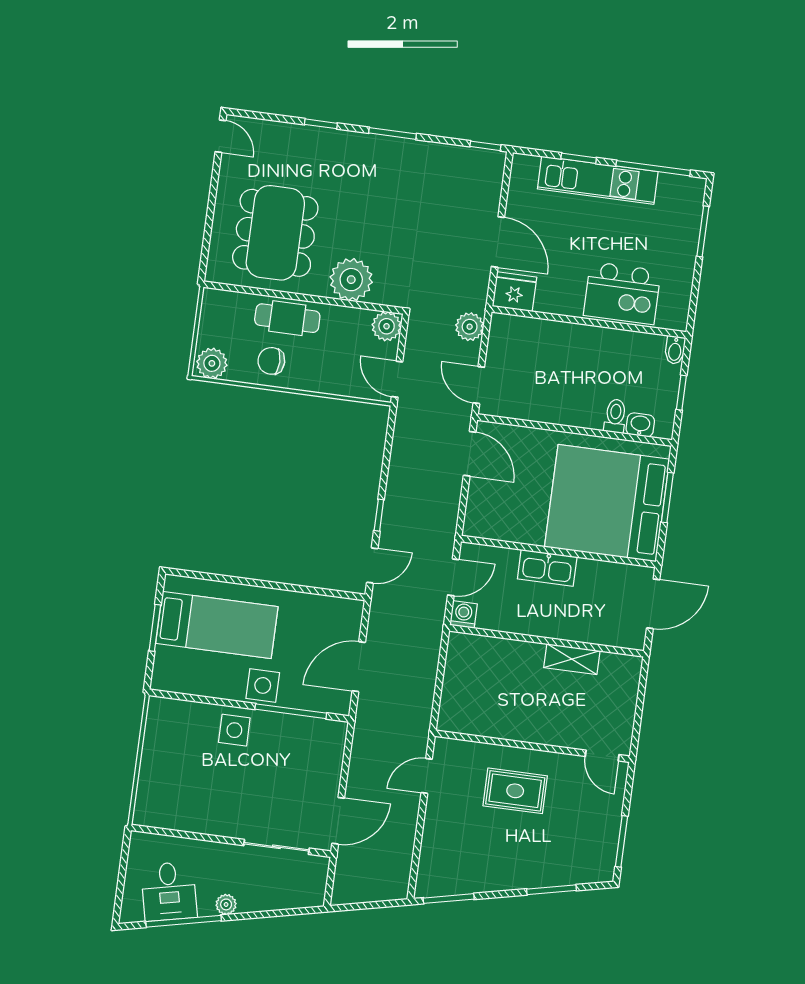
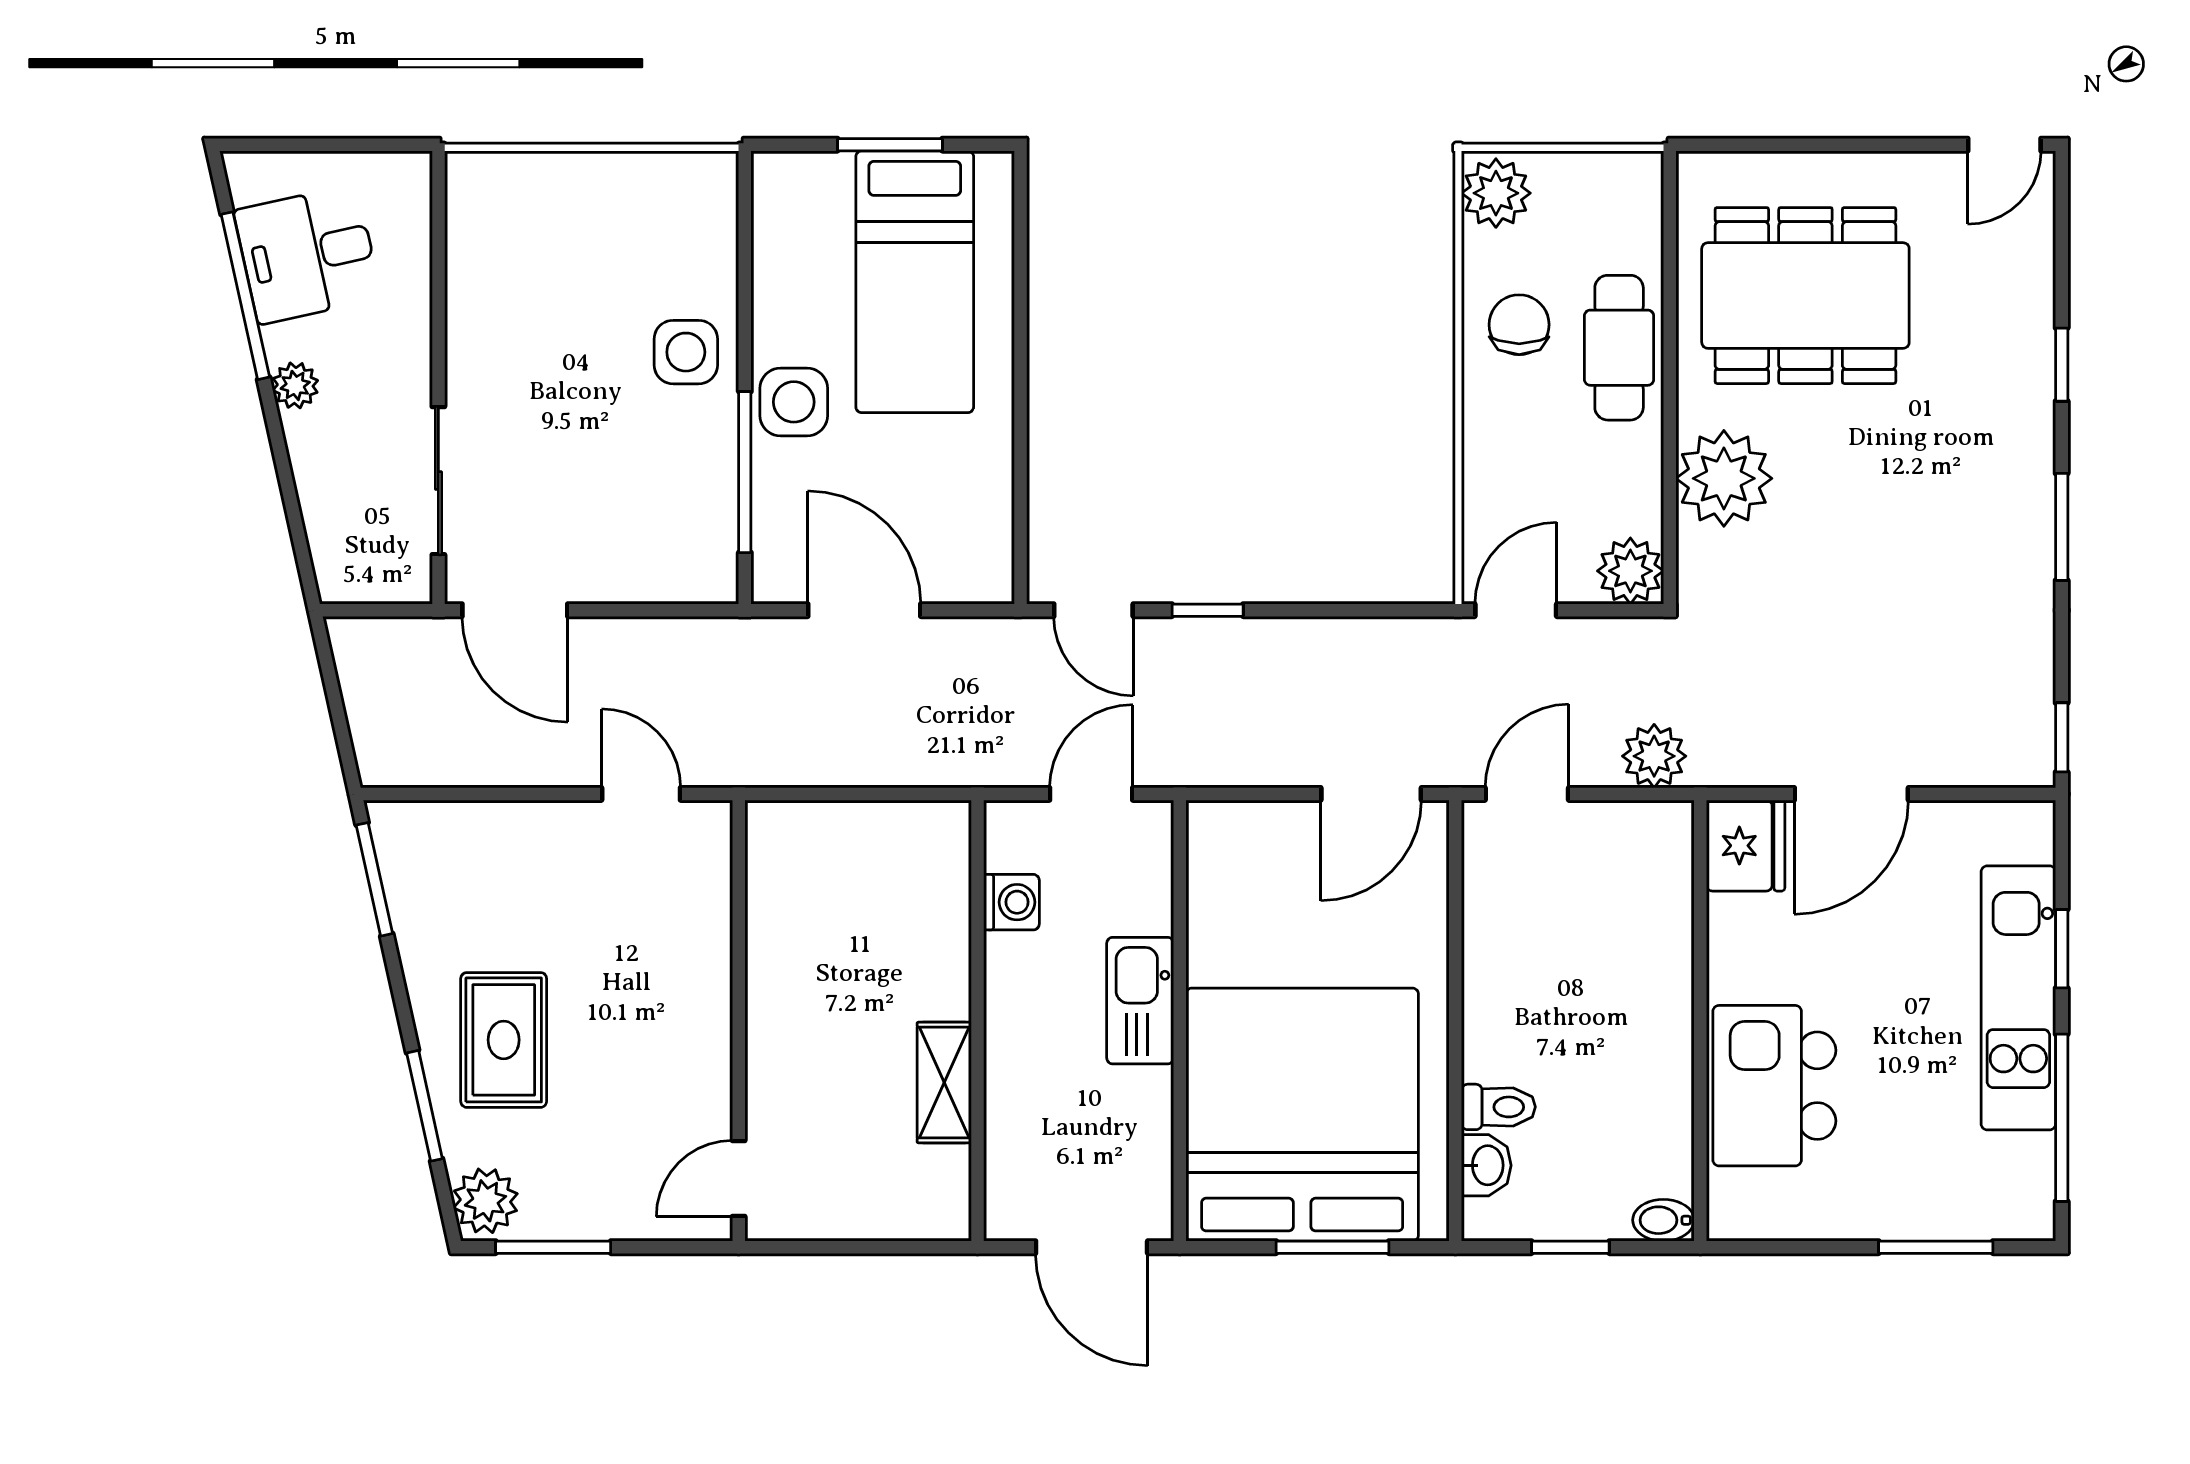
door: (453, 577) -> (1091, 794), swing flipped
washing machine: (463, 614) -> (1011, 902), moved
rug: (515, 791) -> (504, 1040), moved
plant: (597, 869) -> (485, 1201), added

